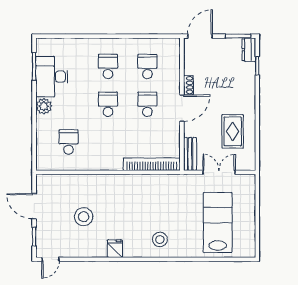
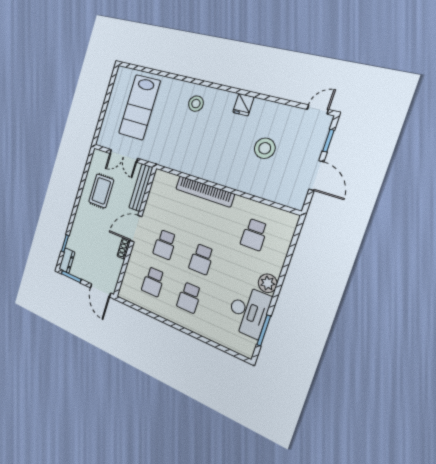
door: (200, 36) -> (100, 290), hinge flipped
bench: (190, 154) -> (141, 188), width x1.36
bookcase: (152, 164) -> (205, 191), moved

